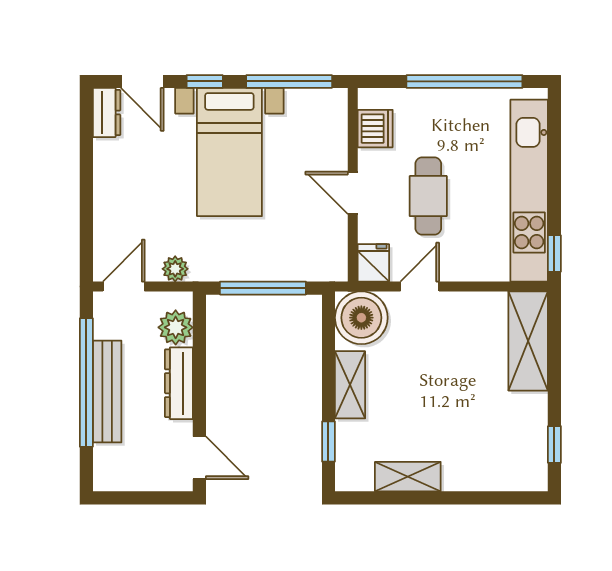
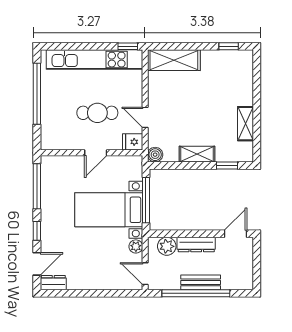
dishwasher: (375, 129) -> (62, 141), removed
bed with nightstands: (229, 152) -> (109, 210), moved, turned 180
boiler: (361, 318) -> (155, 155), width x0.54, depth x0.54
bench: (107, 391) -> (201, 282), width x0.73

